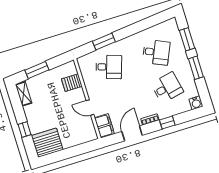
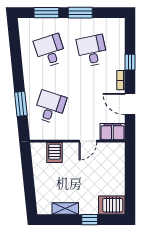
desk: (156, 52) -> (50, 51), turned -42
window: (37, 70) -> (29, 186), removed
shelving: (24, 94) -> (65, 209), moved
water cooler: (196, 103) -> (118, 24), removed
server rack: (47, 143) -> (112, 205), width x0.63

